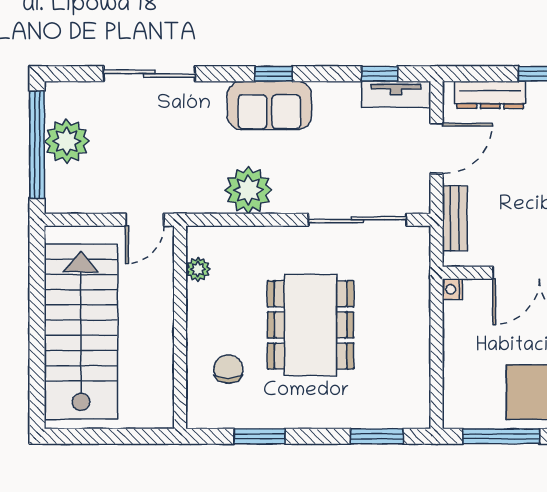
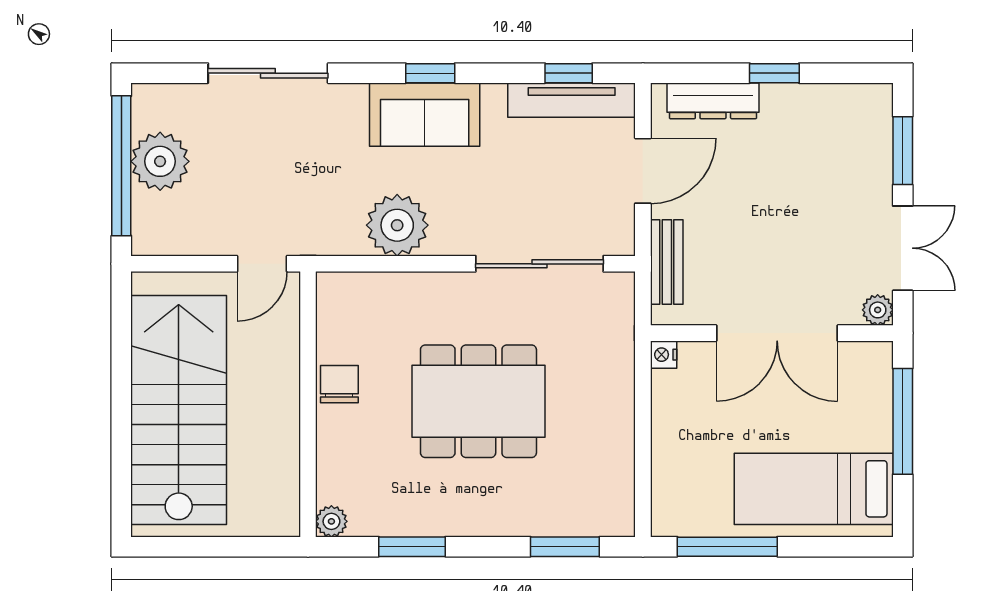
tv unit: (396, 94) -> (572, 100), width x1.41
plant: (198, 269) -> (331, 521), moved
dining table: (311, 325) -> (478, 401), turned 90
chair: (228, 369) -> (339, 384), moved

